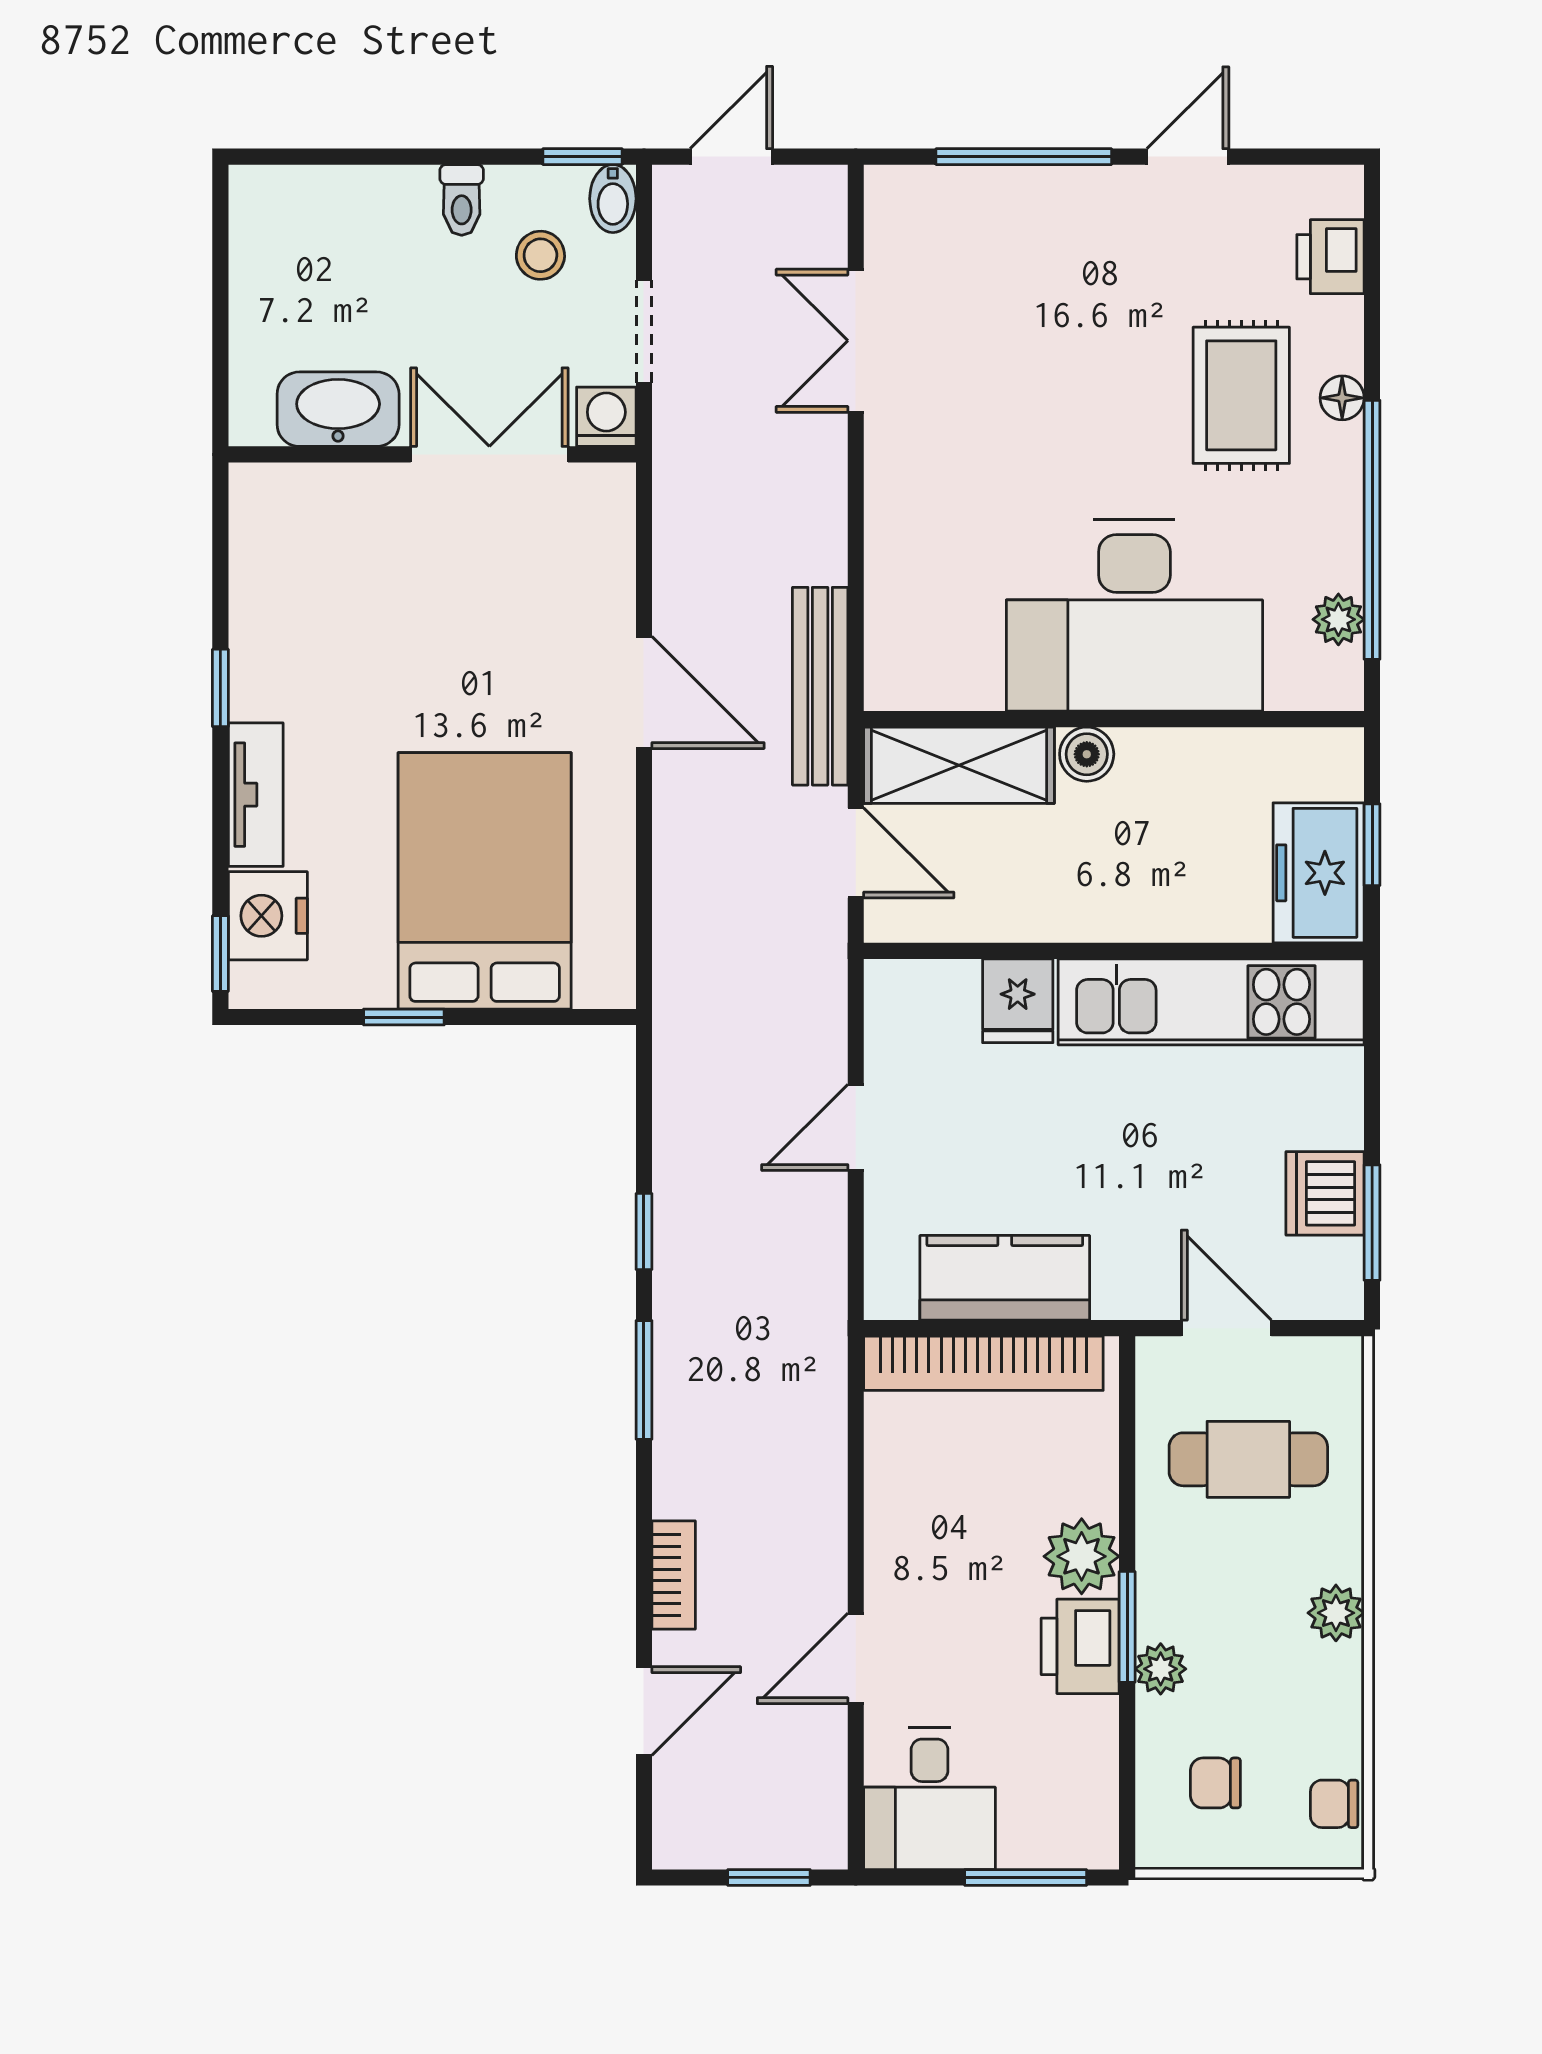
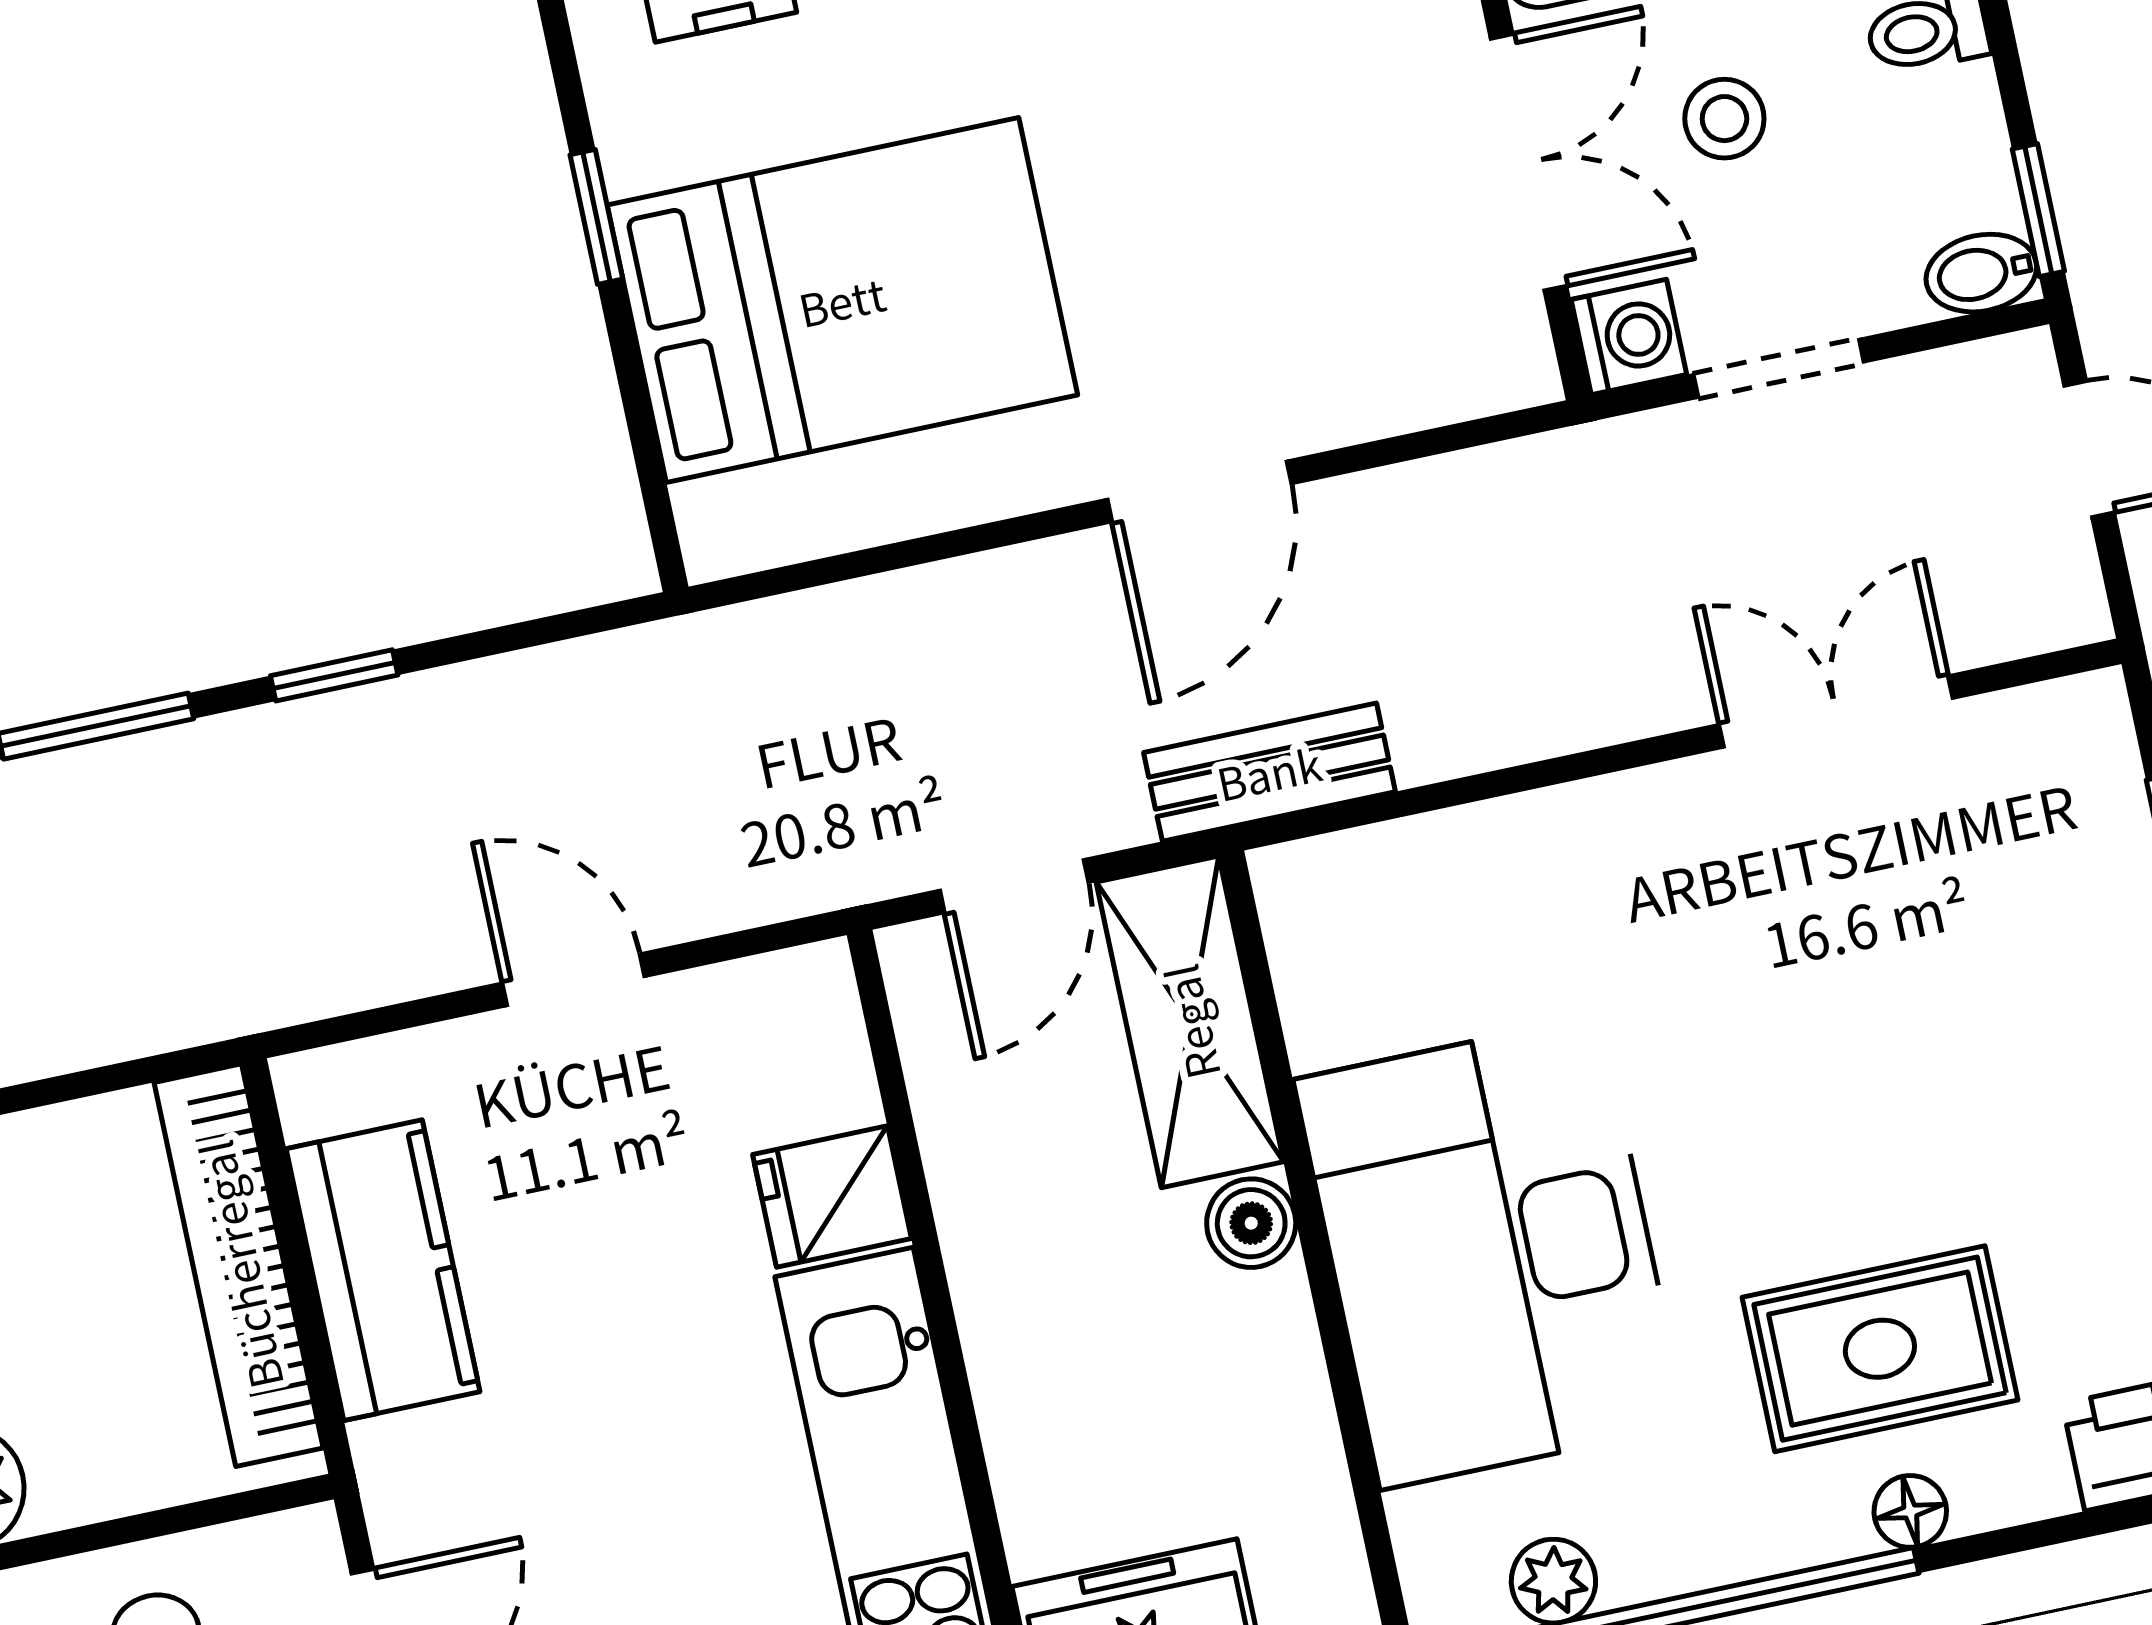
stool: (540, 255) -> (1724, 119), moved
bench: (820, 686) -> (1269, 772), width x0.73

